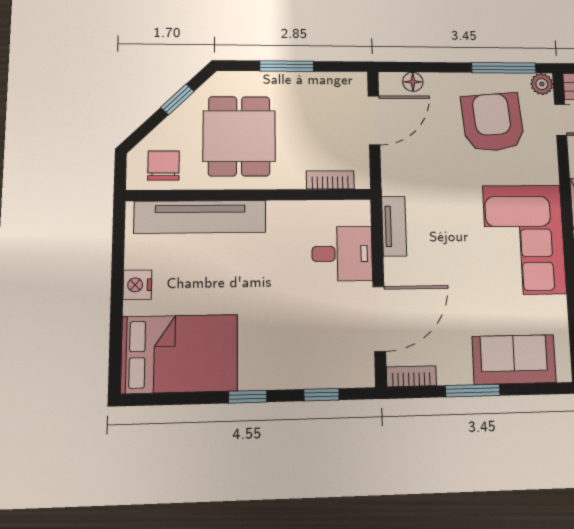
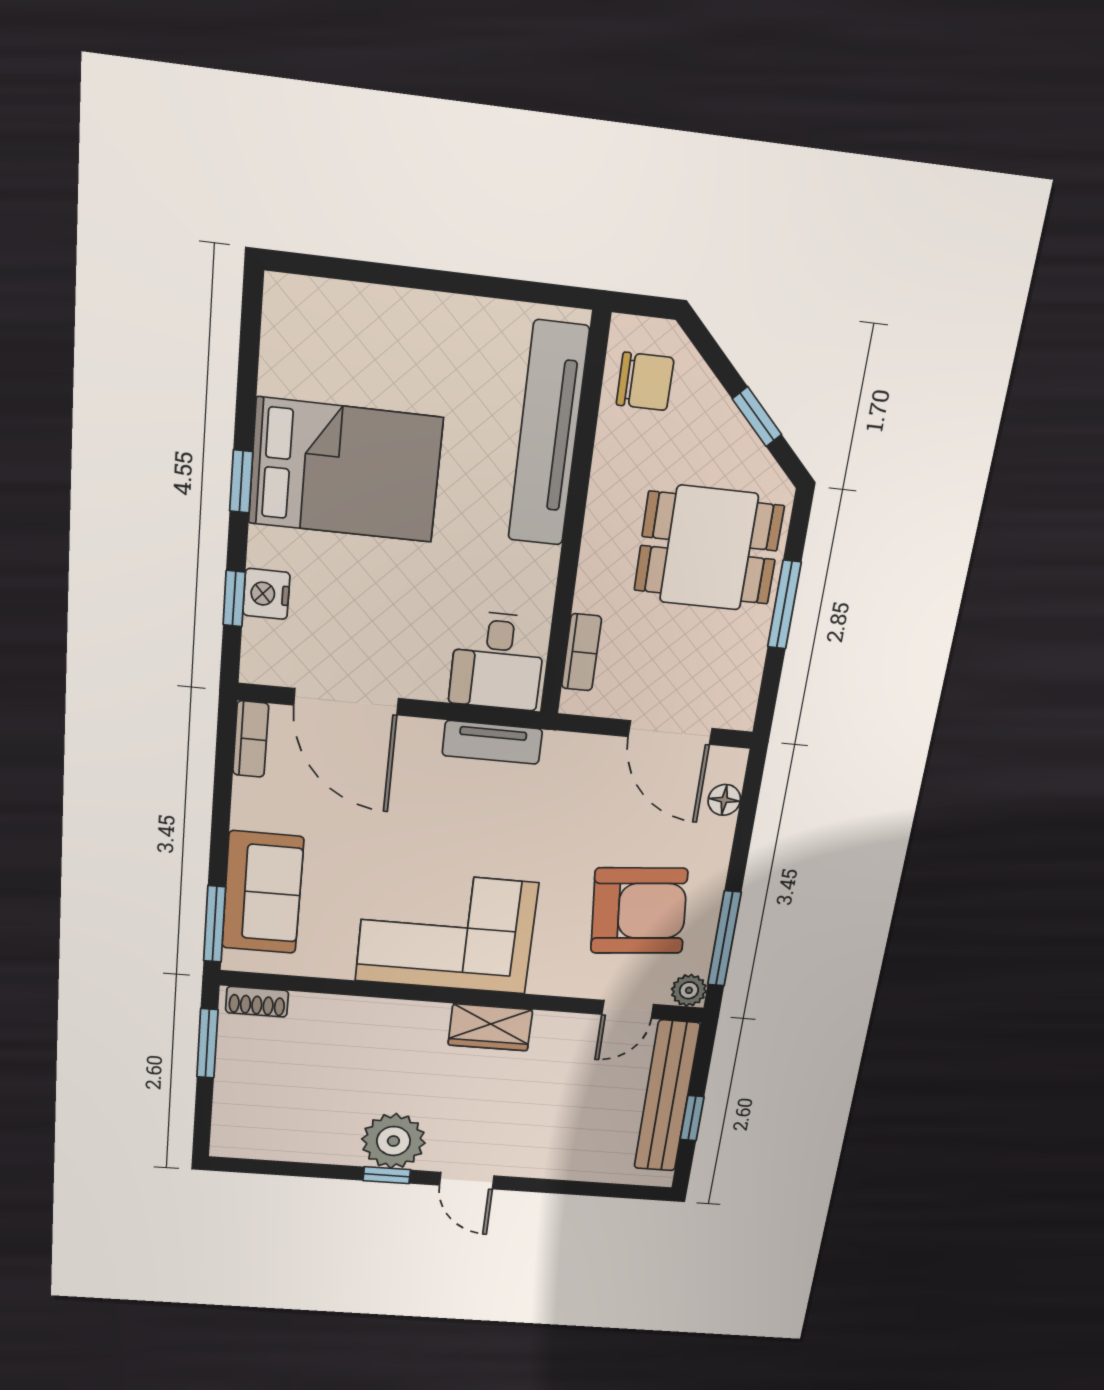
dining table: (239, 136) -> (709, 548), moved
desk: (342, 254) -> (497, 661), moved
nightstand: (137, 285) -> (266, 594), moved, turned -90
bed: (180, 354) -> (345, 470), moved, turned -90
window: (473, 391) -> (215, 924), moved

